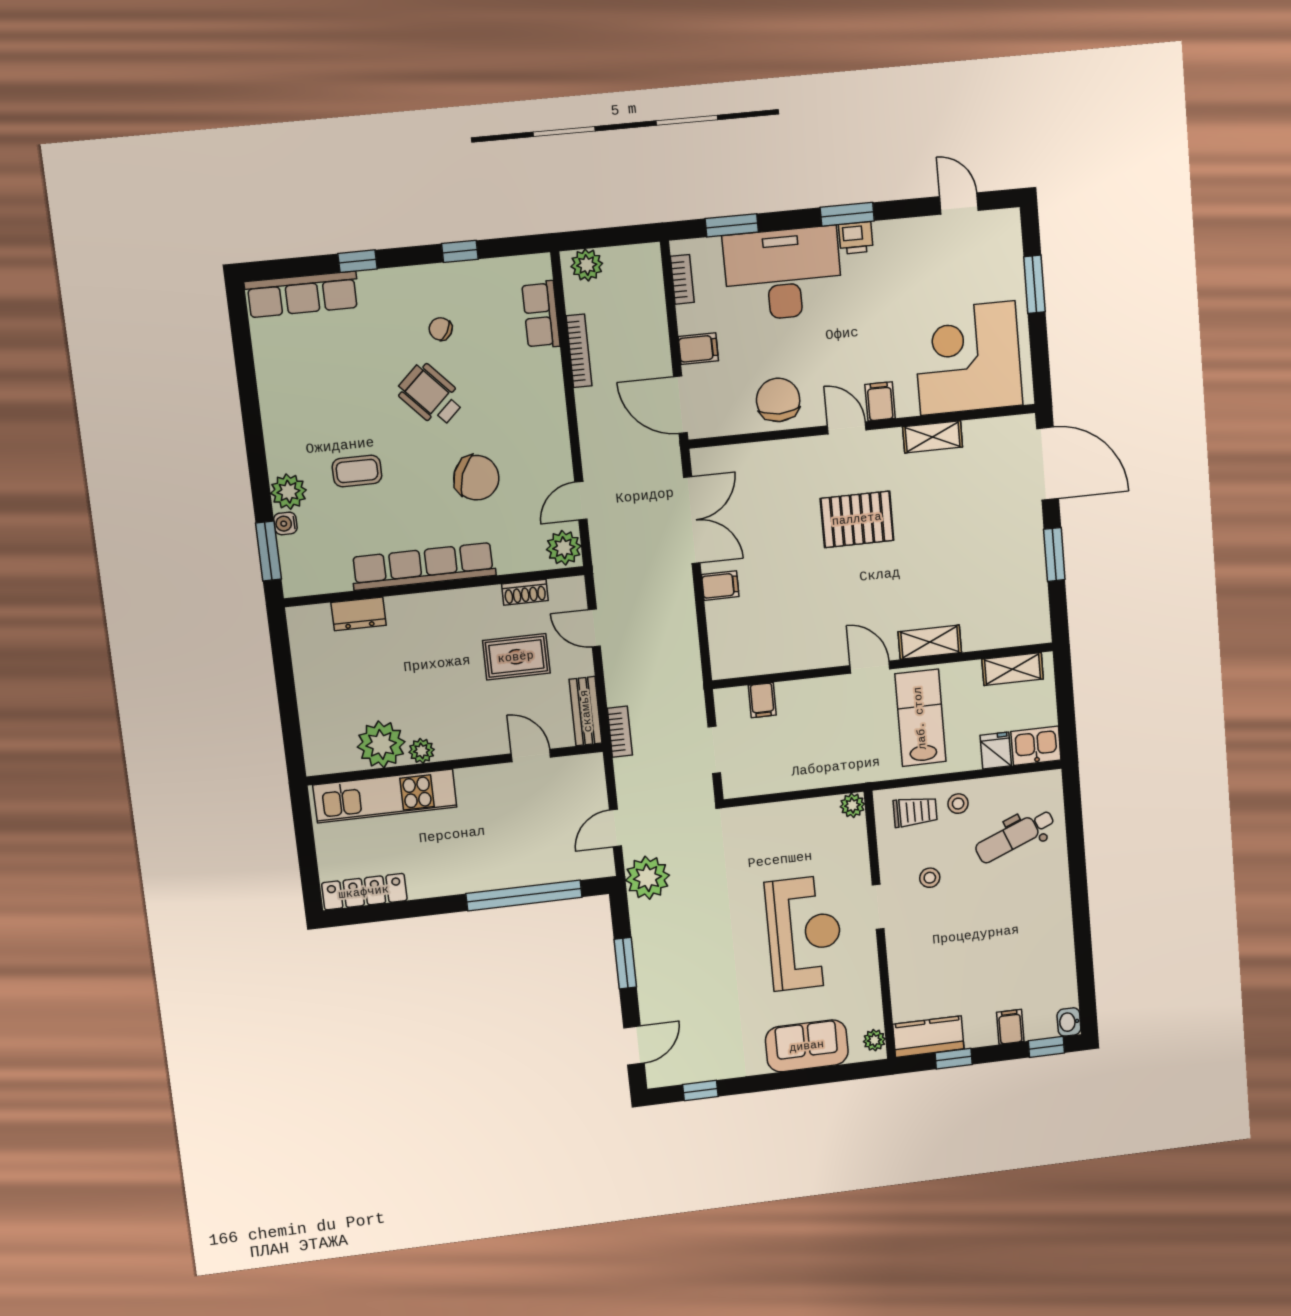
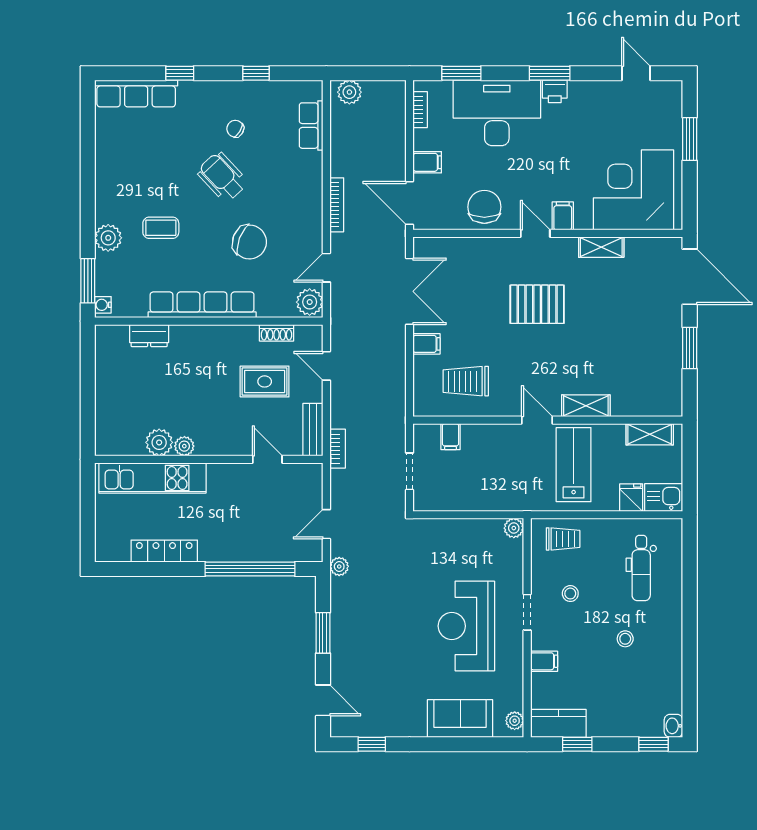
bookcase: (579, 351) -> (337, 205), moved
water cooler: (285, 523) -> (103, 305), moved
trolley: (775, 628) -> (466, 381), added
plant: (381, 744) -> (159, 442), width x0.73, depth x0.73
stool: (958, 804) -> (625, 639), moved
dental chair: (1015, 836) -> (641, 568), turned -68
plant: (647, 878) -> (339, 566), width x0.53, depth x0.53
locker: (364, 892) -> (164, 551), moved
reception desk: (804, 933) -> (466, 626), turned 180
filing cabinet: (1010, 1027) -> (544, 661), moved, turned 90
door: (634, 1045) -> (323, 700), hinge flipped

